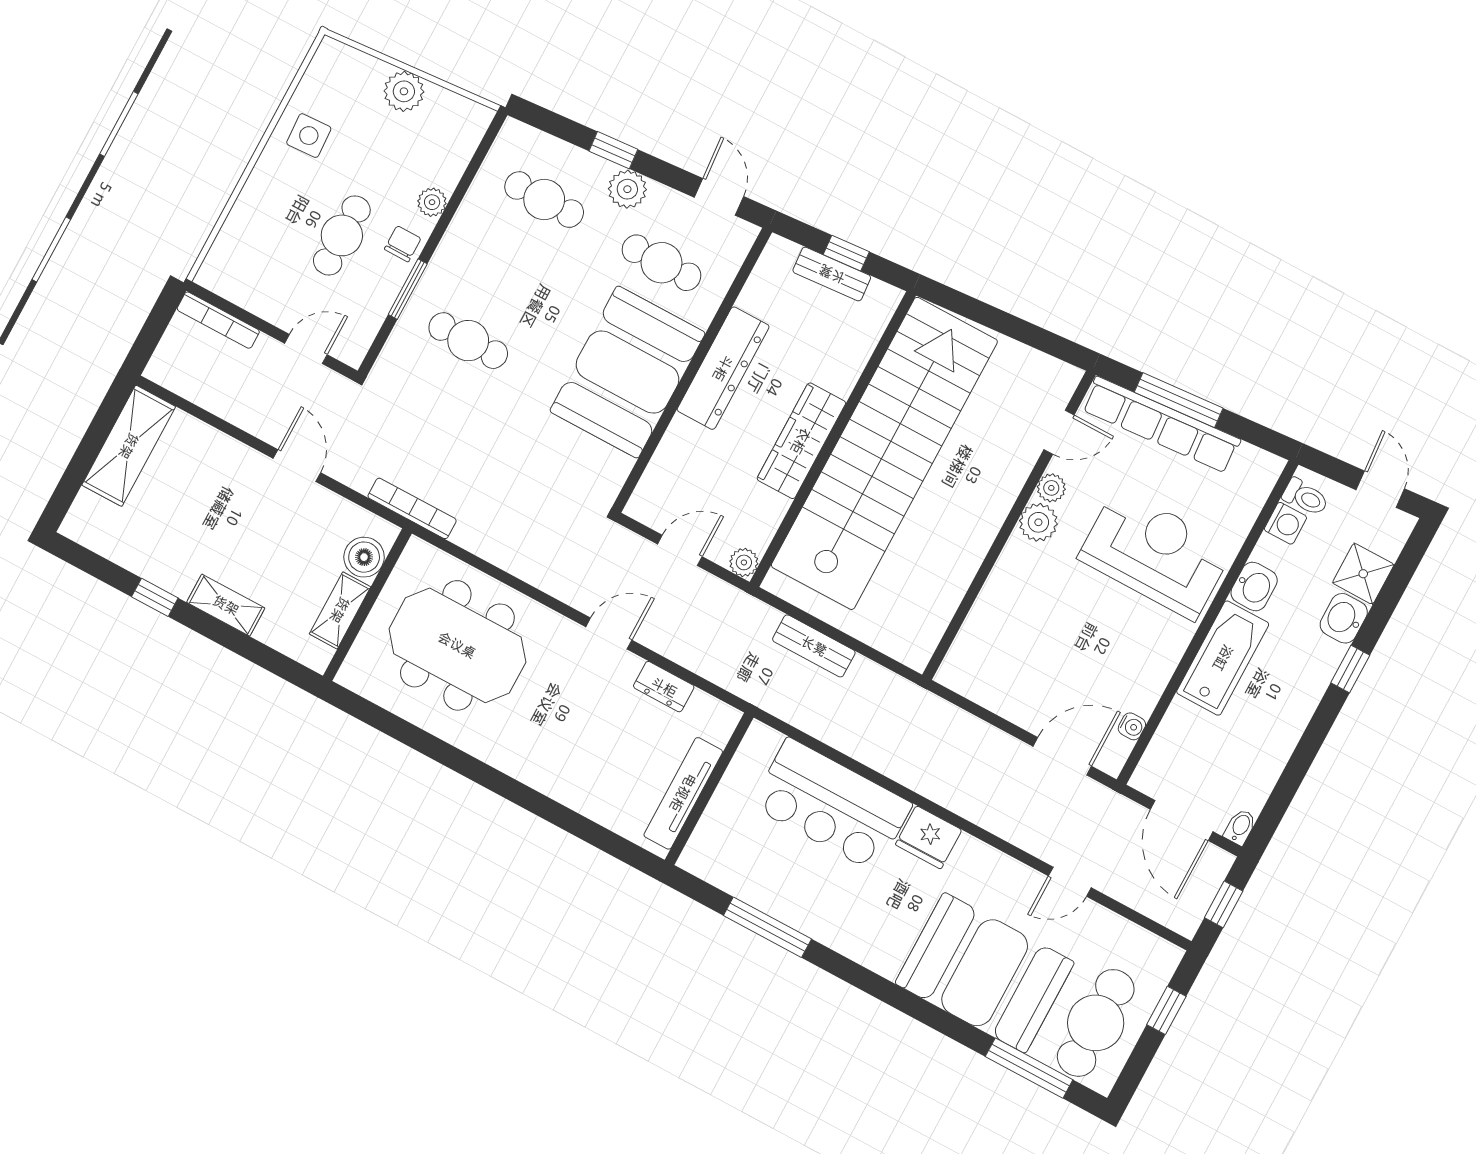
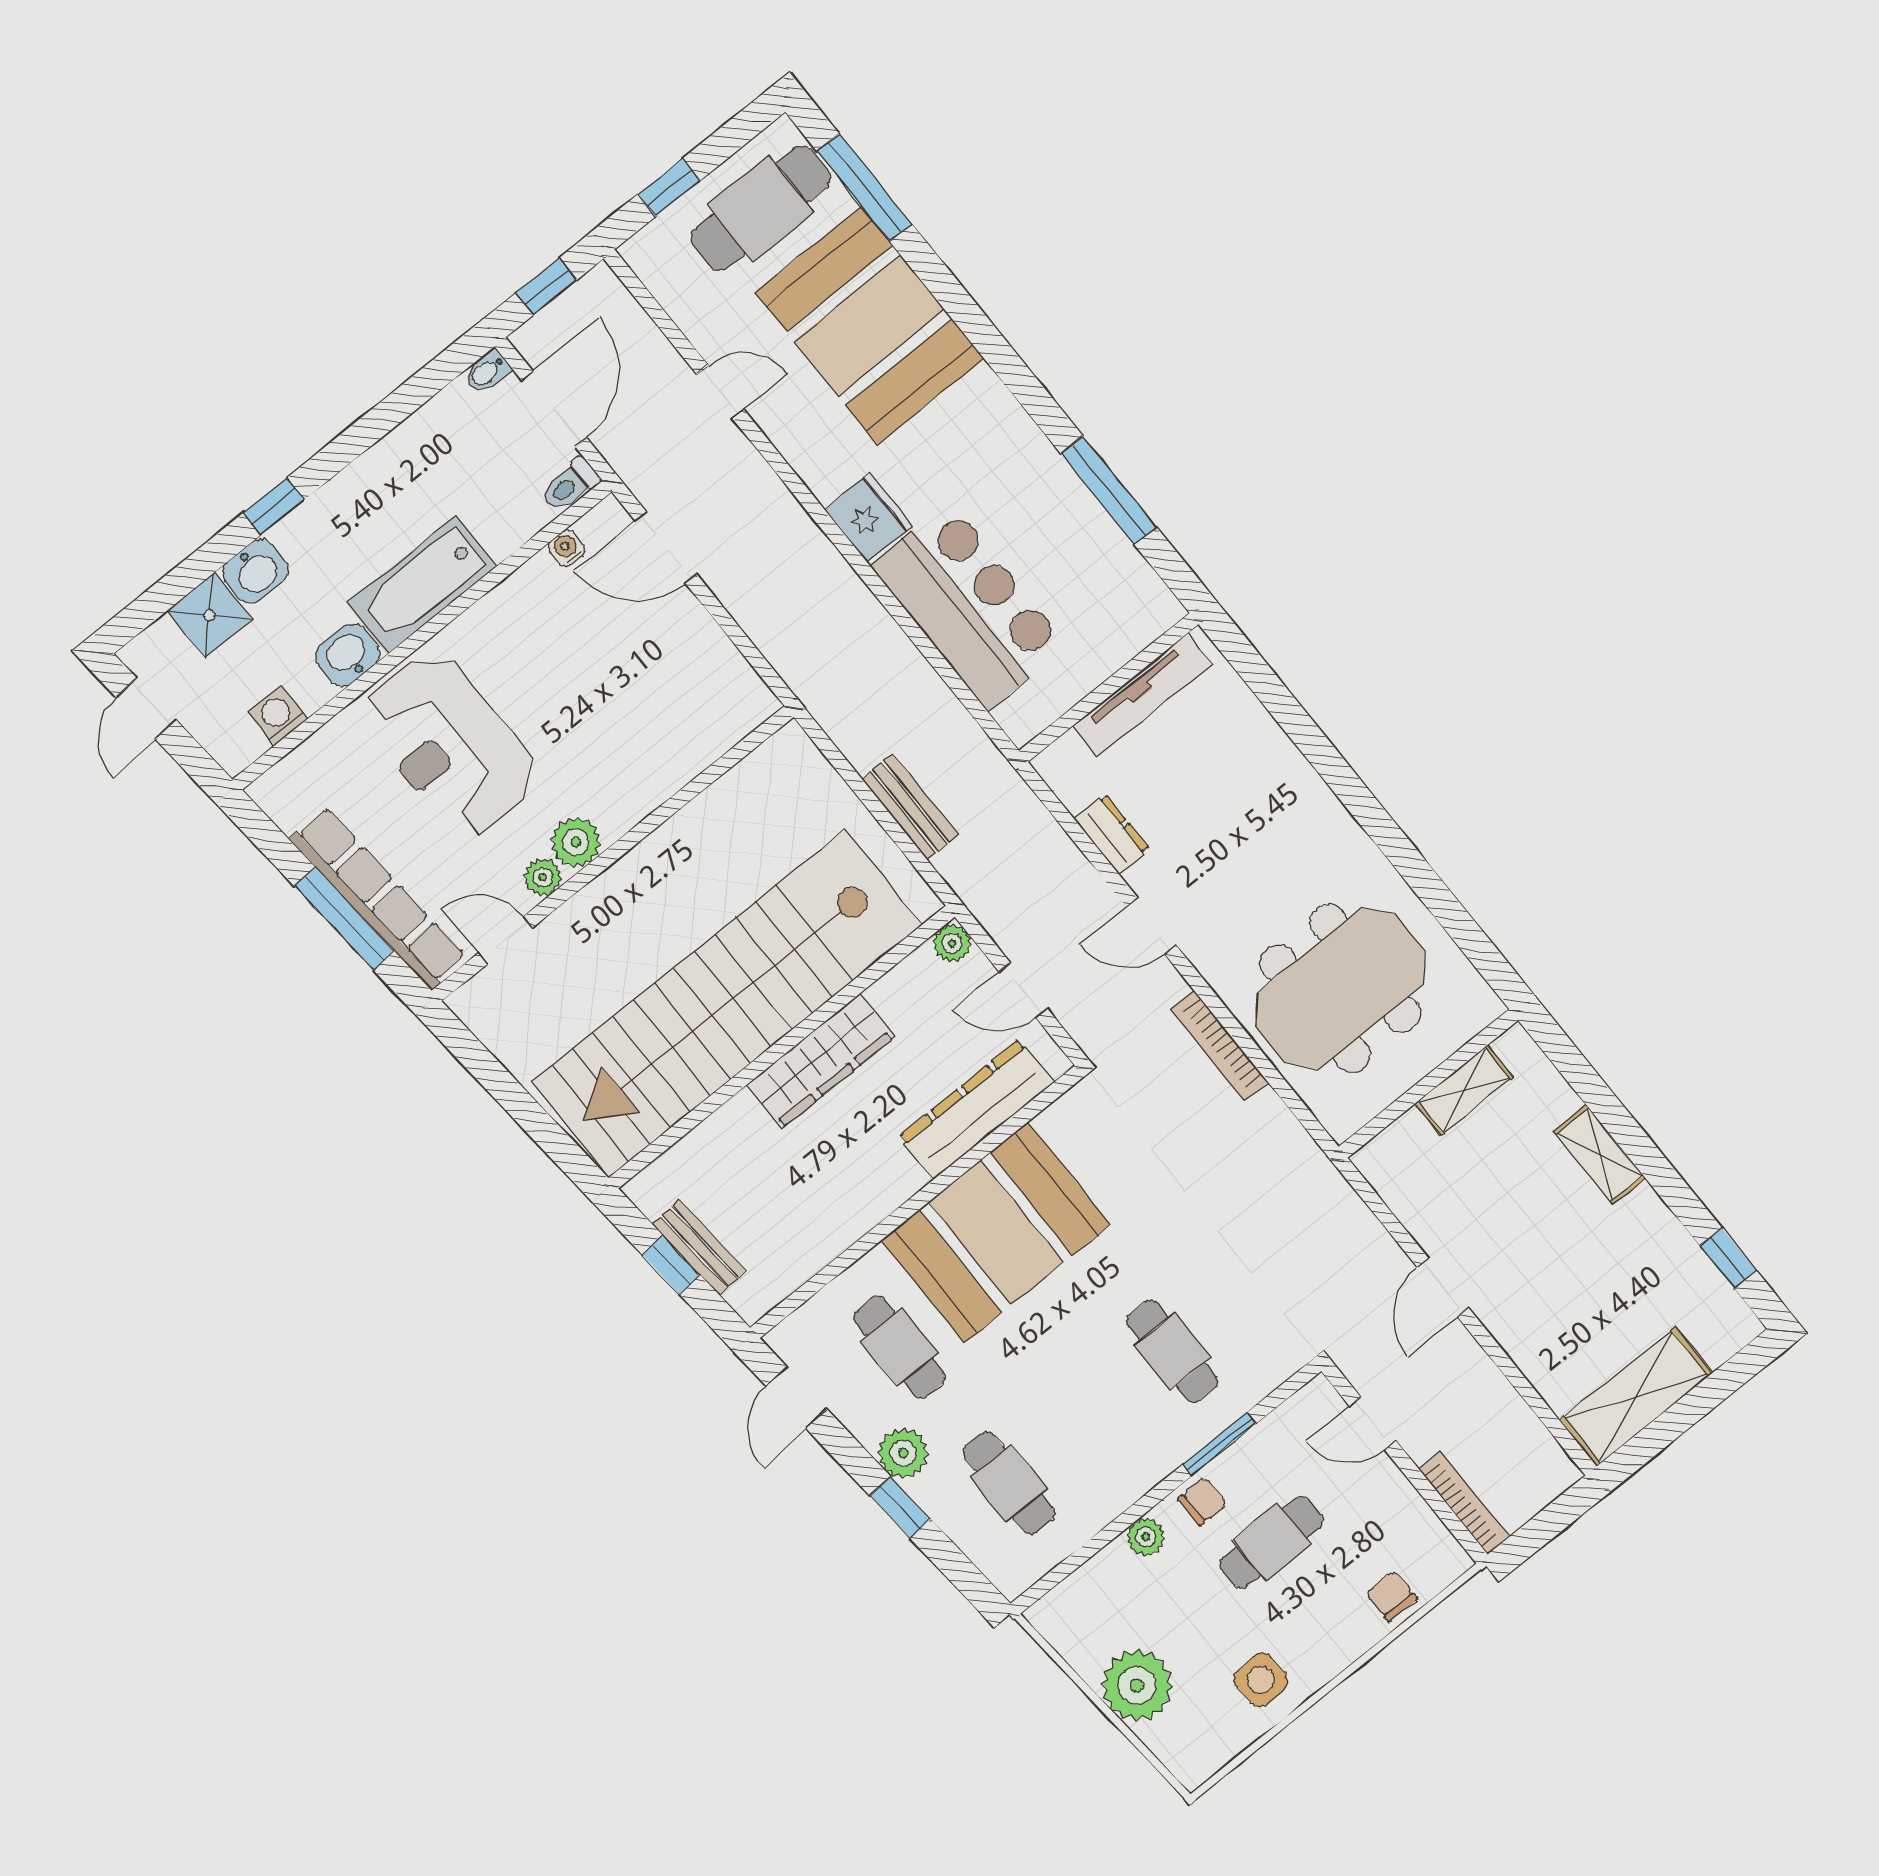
plant: (404, 91) -> (1137, 1685), width x1.36, depth x1.36
chair: (242, 233) -> (1392, 1596), added
chair: (403, 244) -> (1202, 1501), turned 180
dresser: (723, 368) -> (976, 1109), moved
toilet: (1305, 497) -> (570, 485), moved, turned -90
bookcase: (412, 508) -> (1219, 1046), moved
boiler: (364, 557) -> (1408, 1143), removed
window: (155, 597) -> (1728, 1258), moved
meeting table: (457, 645) -> (1340, 988), turned 90

